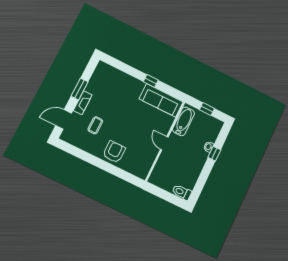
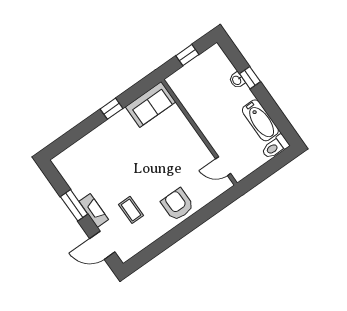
sofa: (161, 100) -> (151, 104), width x0.73
door: (64, 119) -> (102, 245), hinge flipped
bathtub: (184, 121) -> (260, 120), moved, turned 180
door: (164, 143) -> (223, 166), moved

